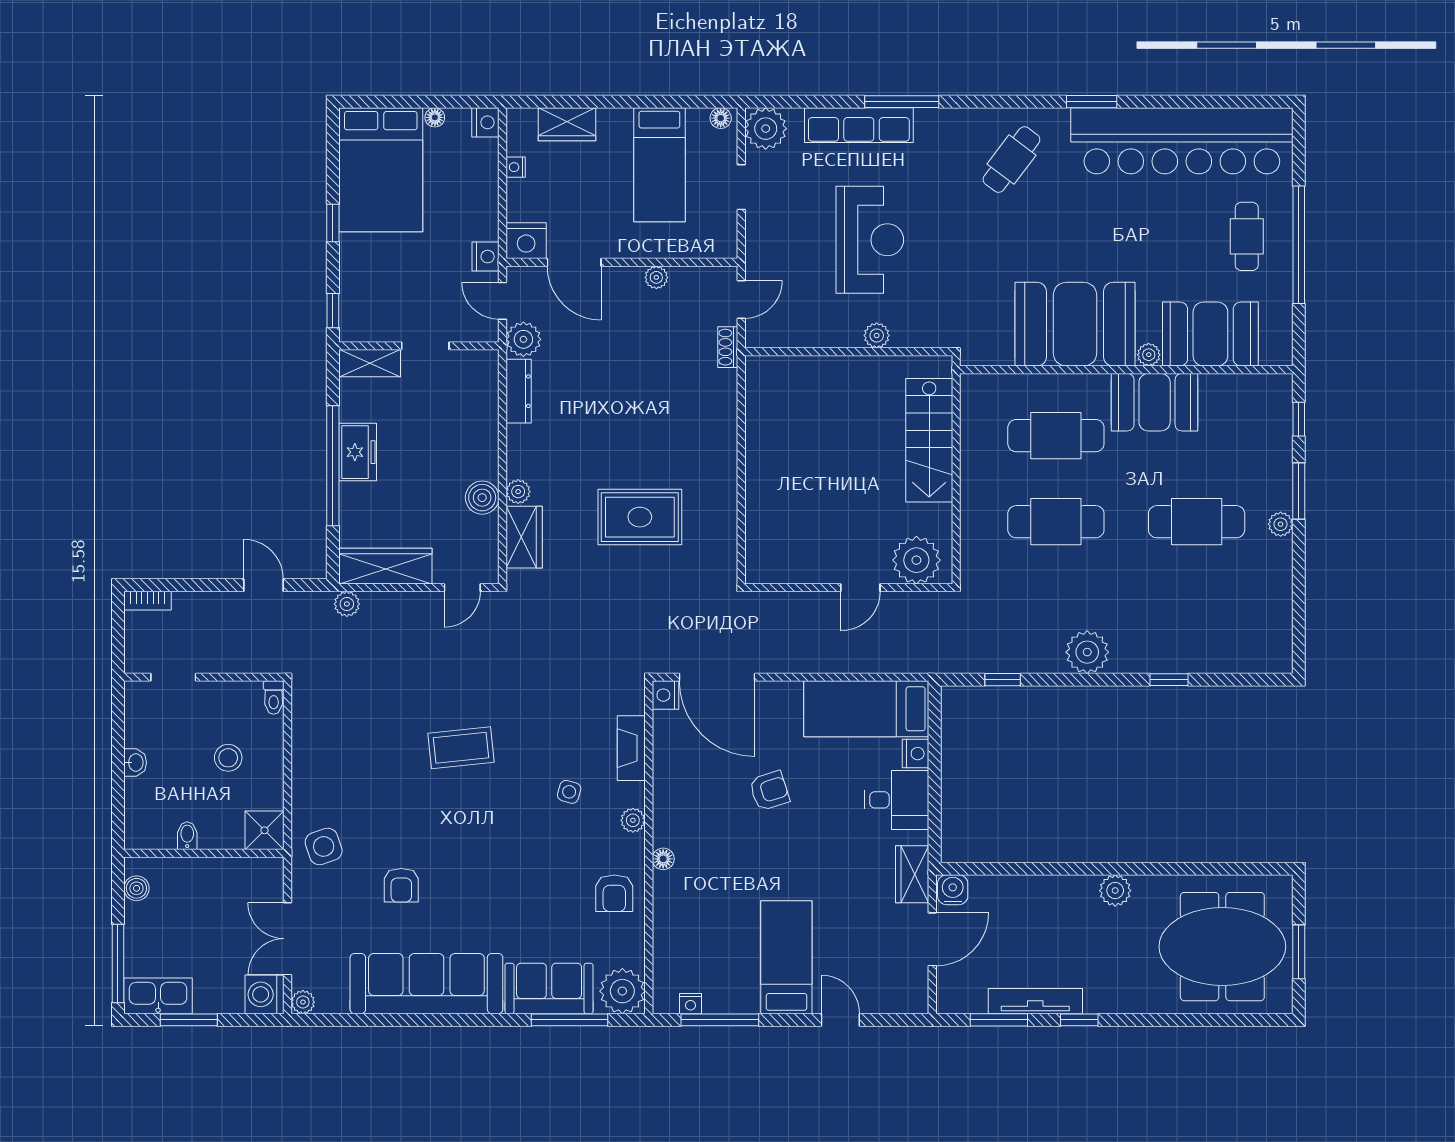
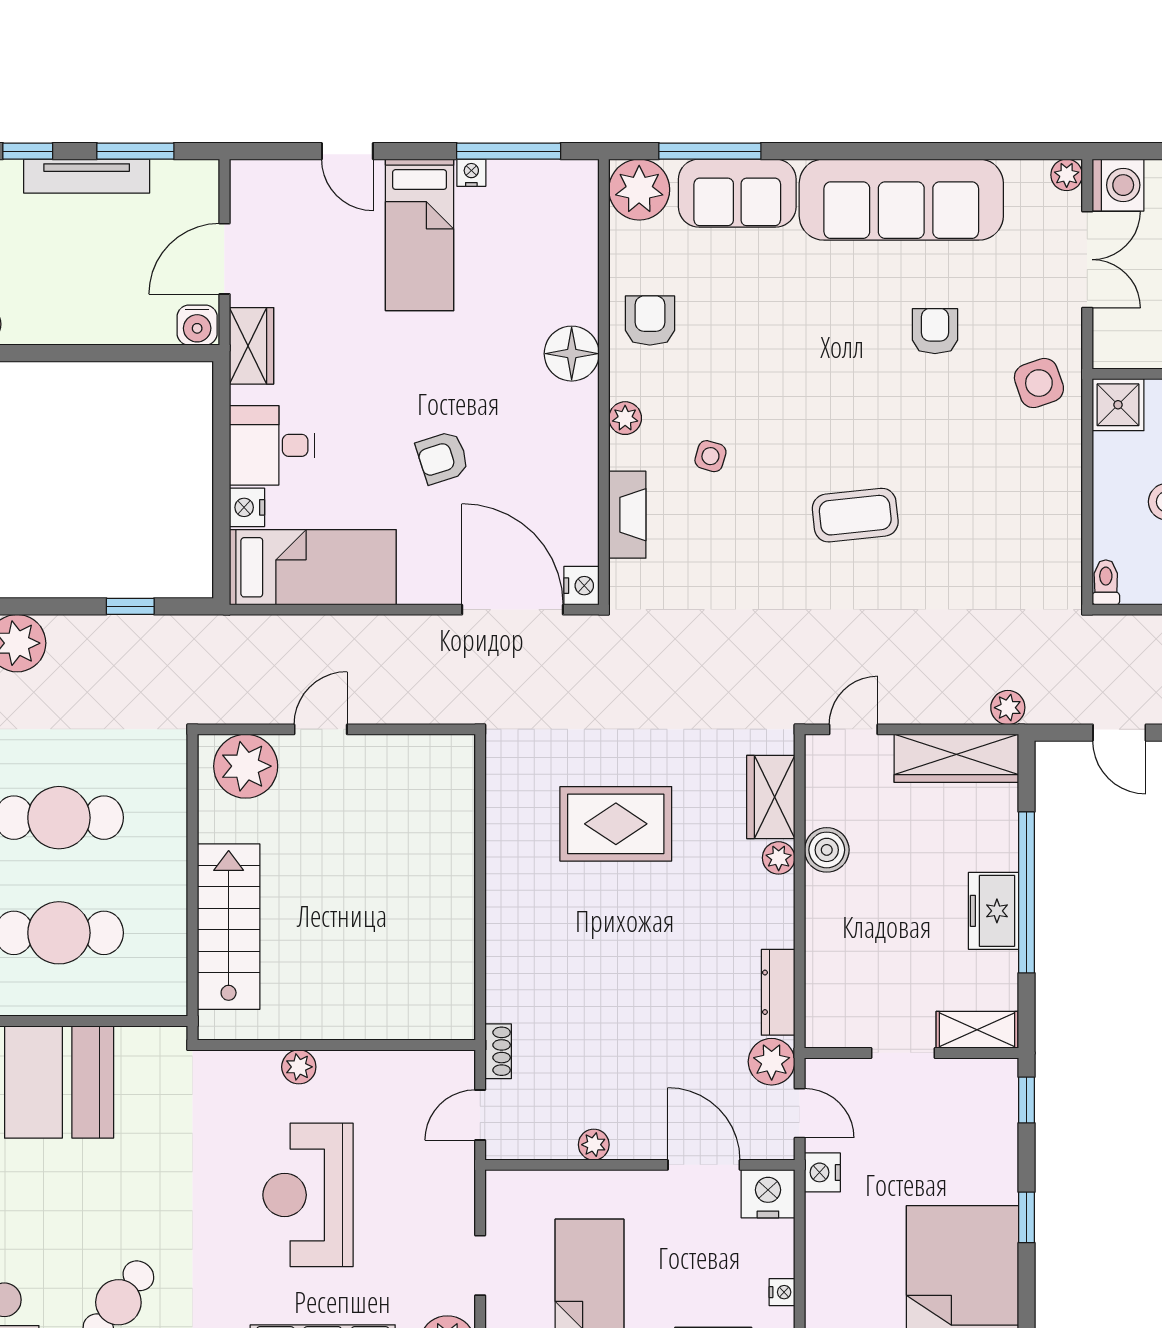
floor lamp: (663, 859) -> (572, 354), width x1.89, depth x1.89
nightstand: (691, 1004) -> (471, 173), moved

